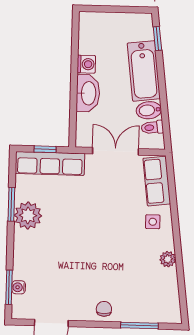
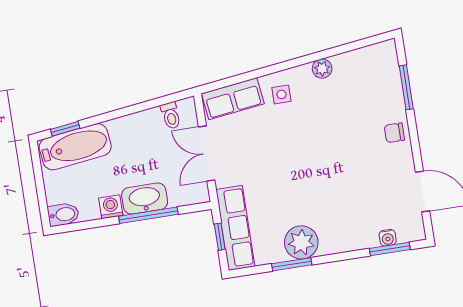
bathtub: (144, 71) -> (75, 147), moved
window: (74, 94) -> (148, 215), added
bidet: (149, 110) -> (63, 215), moved, turned -83

